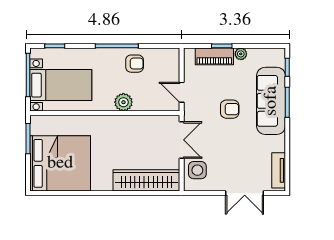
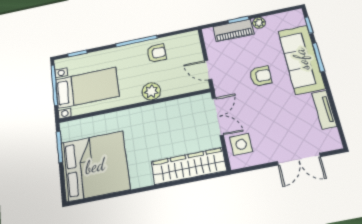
tv unit: (279, 170) -> (324, 110), moved

